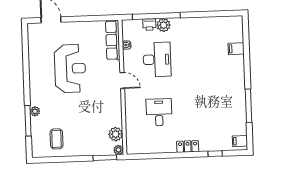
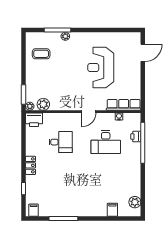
plant: (164, 25) -> (135, 202), moved
reception desk: (70, 69) -> (101, 68), turned 90
printer: (134, 144) -> (34, 120), added

